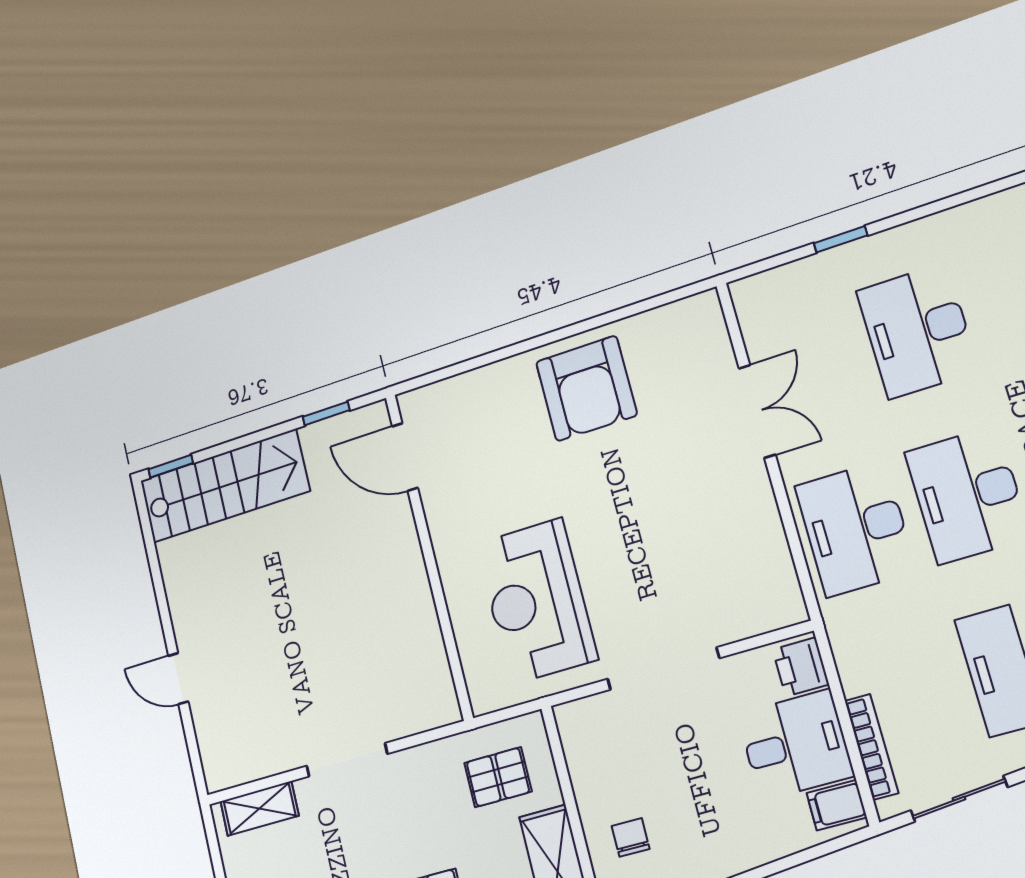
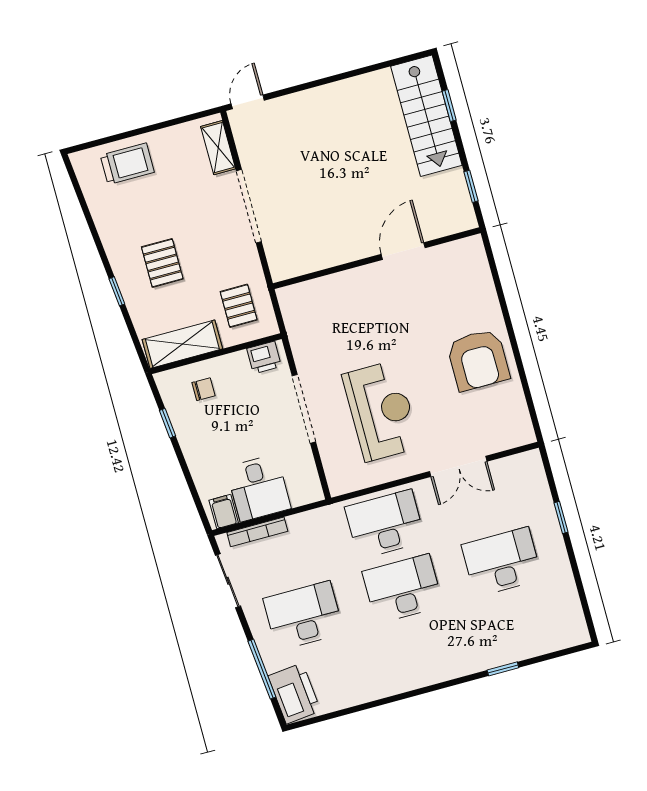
armchair: (586, 388) -> (478, 360), turned -90
door: (405, 457) -> (403, 251), moved
window: (171, 466) -> (449, 106), moved
reception desk: (536, 601) -> (381, 411), moved, turned 90
printer: (801, 667) -> (264, 357), moved, turned 180
door: (178, 679) -> (248, 102), moved
doorway: (347, 760) -> (249, 206), width x1.36

